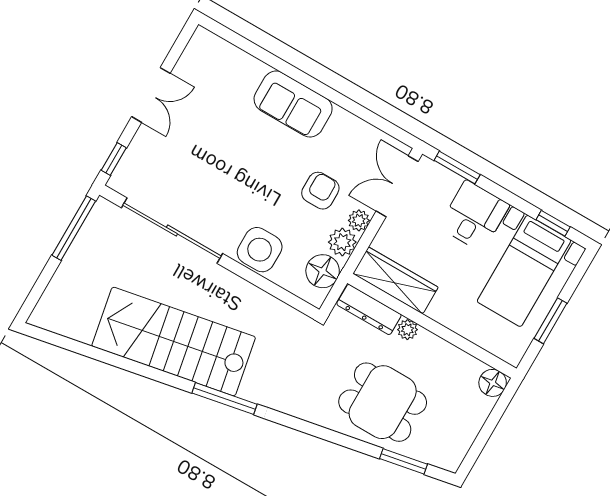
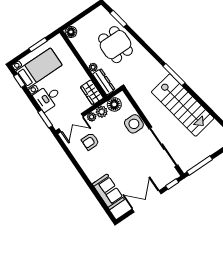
double door: (151, 95) -> (147, 201), width x1.37
sofa: (293, 104) -> (108, 192), moved
armchair: (320, 191) -> (90, 141), moved
wardrobe: (396, 280) -> (92, 92), width x0.67

